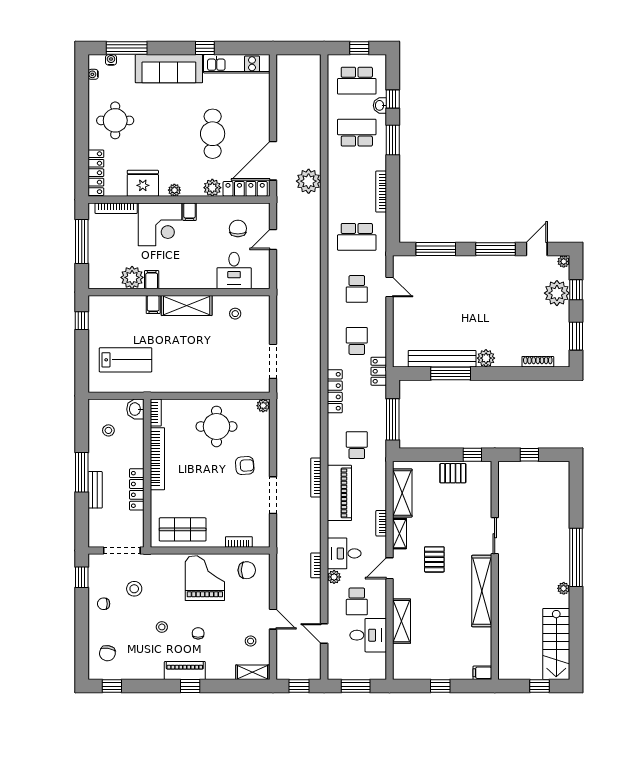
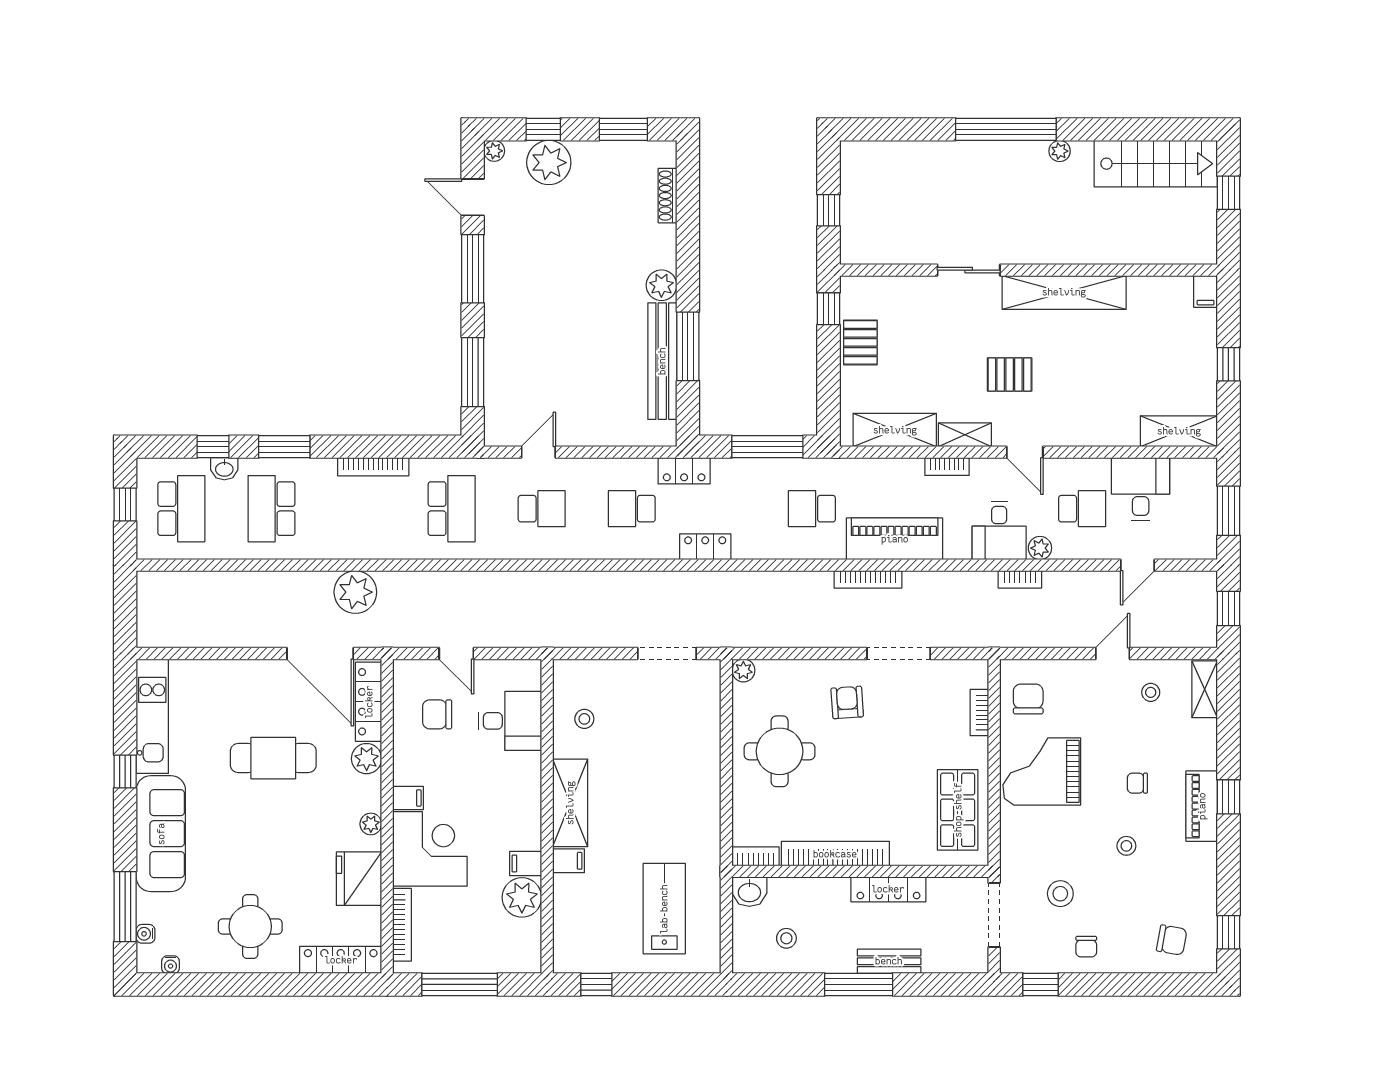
locker: (335, 391) -> (705, 547), width x0.66
shelving: (402, 621) -> (1179, 431), moved

